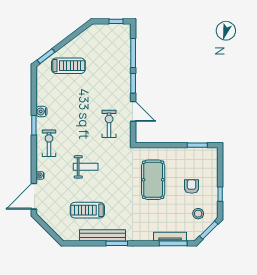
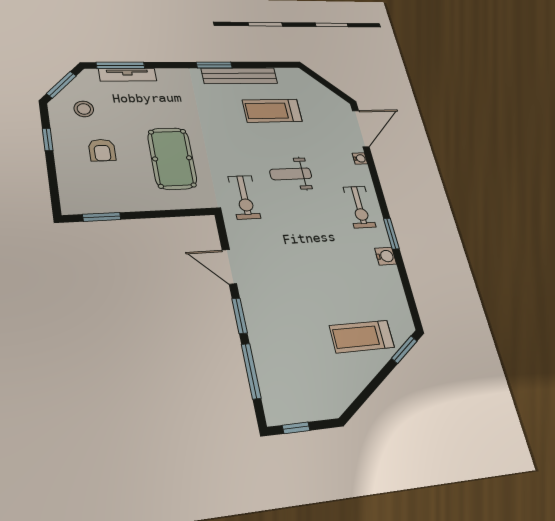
exercise bike: (109, 124) -> (244, 197), moved
treadmill: (87, 210) -> (272, 111), turned 180

